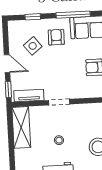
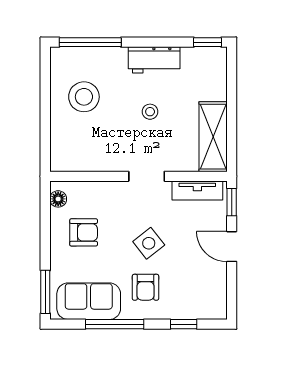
side table: (33, 46) -> (149, 243), moved

